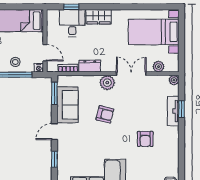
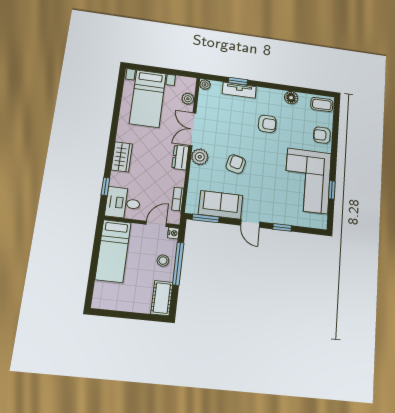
desk: (72, 23) -> (123, 203), moved
dresser: (90, 66) -> (180, 157), moved
floor lamp: (173, 158) -> (291, 98), added

